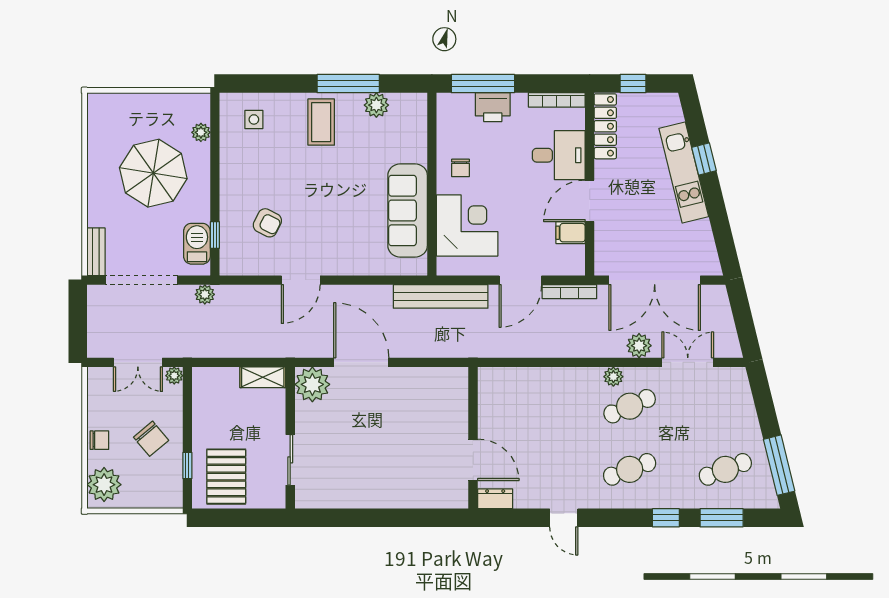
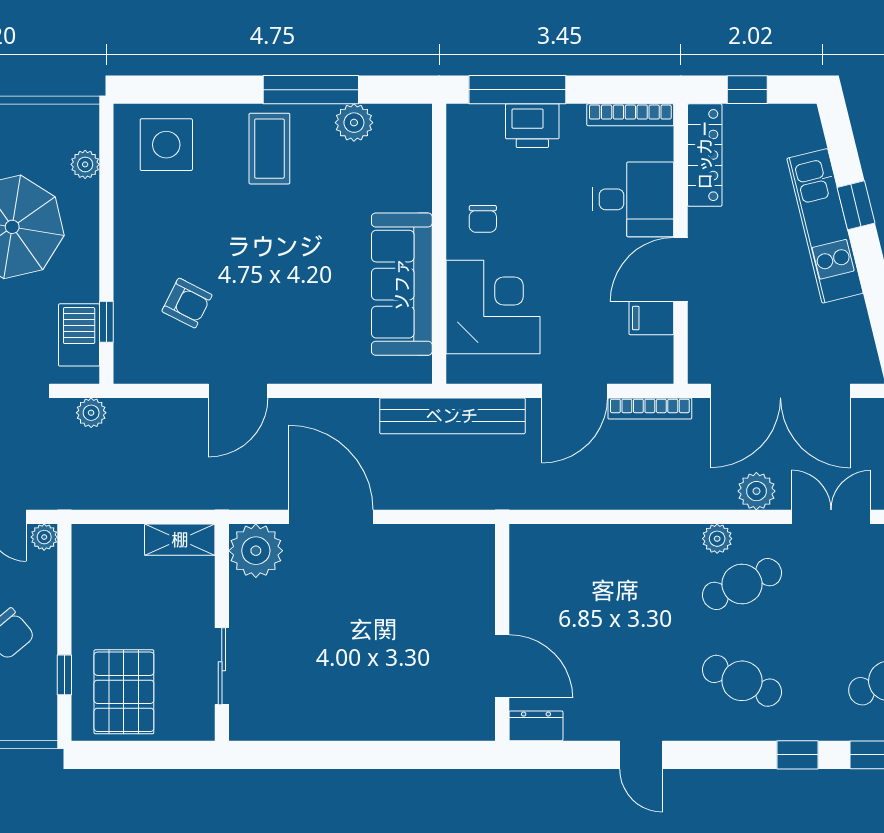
side table: (254, 119) -> (166, 145), width x1.87, depth x1.87
cafe table: (630, 469) -> (742, 681), turned 45

